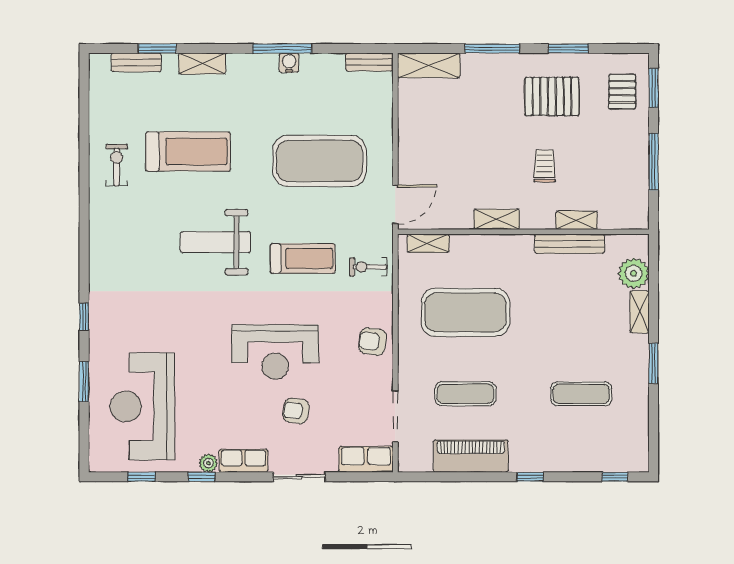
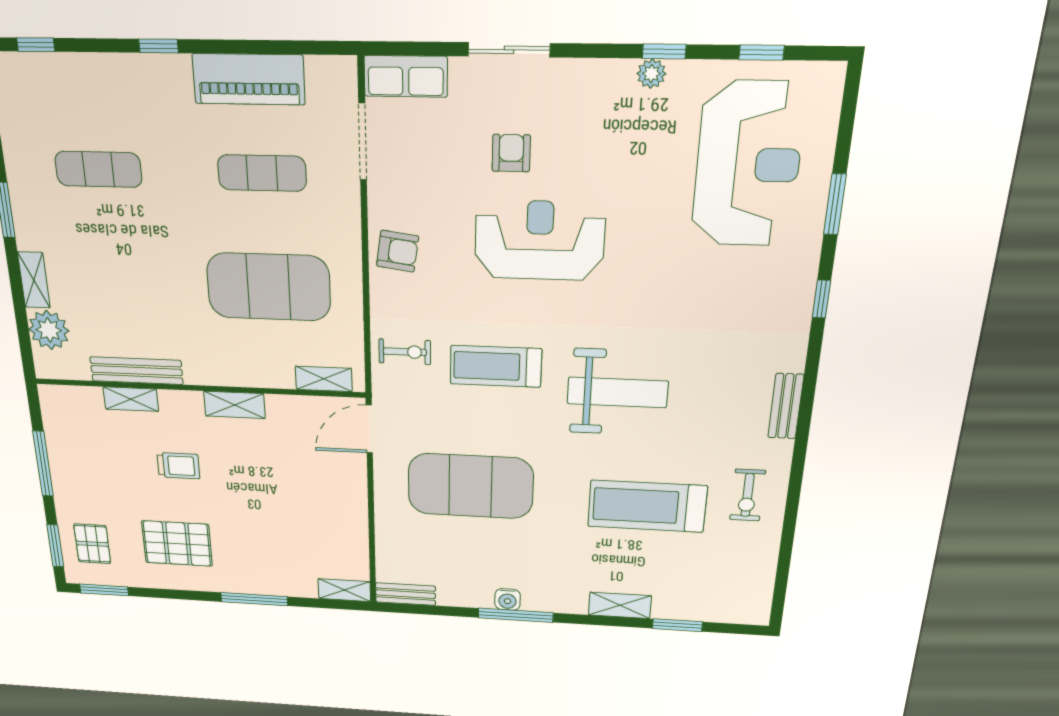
window: (568, 49) -> (104, 590), moved
bench: (136, 62) -> (786, 406), moved, turned 90
shelving: (429, 65) -> (344, 590), width x0.67, depth x0.75
trolley: (545, 166) -> (178, 466), turned -90
armchair: (296, 411) -> (511, 153), turned -98
row of seats: (244, 461) -> (595, 77), removed

